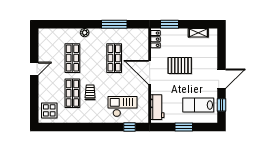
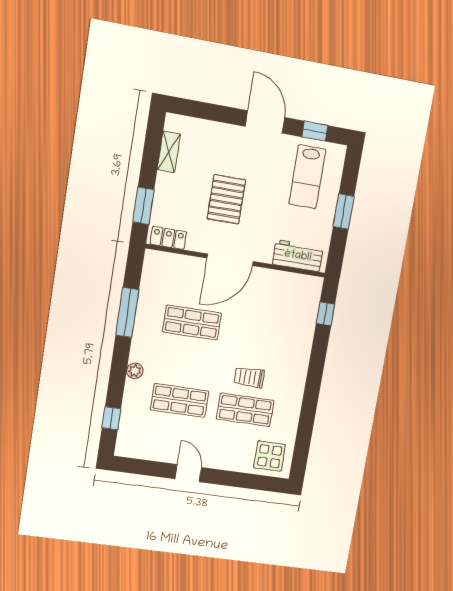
window: (58, 24) -> (111, 418), added
checkout: (123, 106) -> (285, 321), removed

